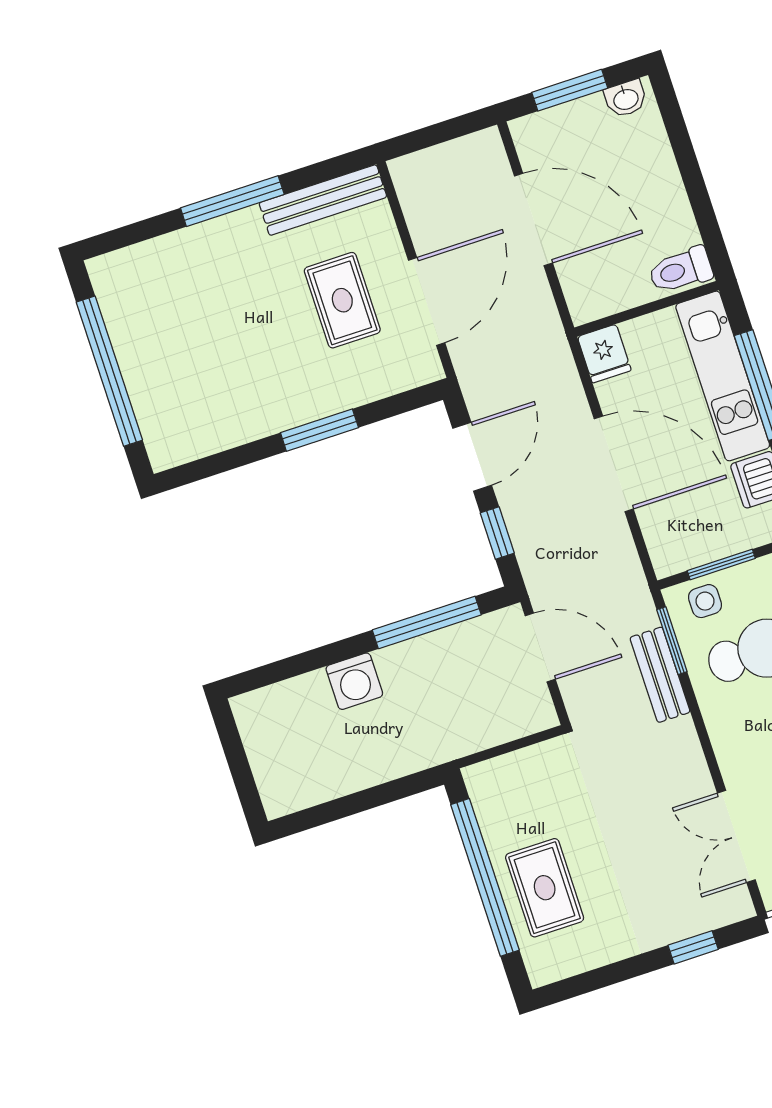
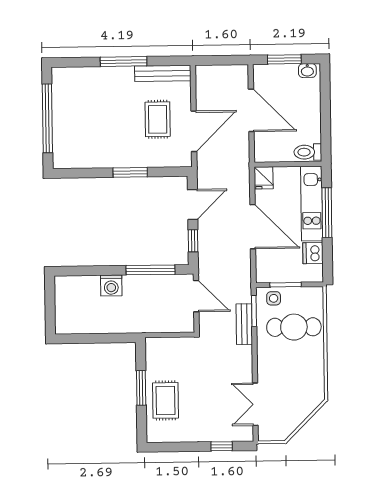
window: (485, 877) -> (141, 388), width x0.47

